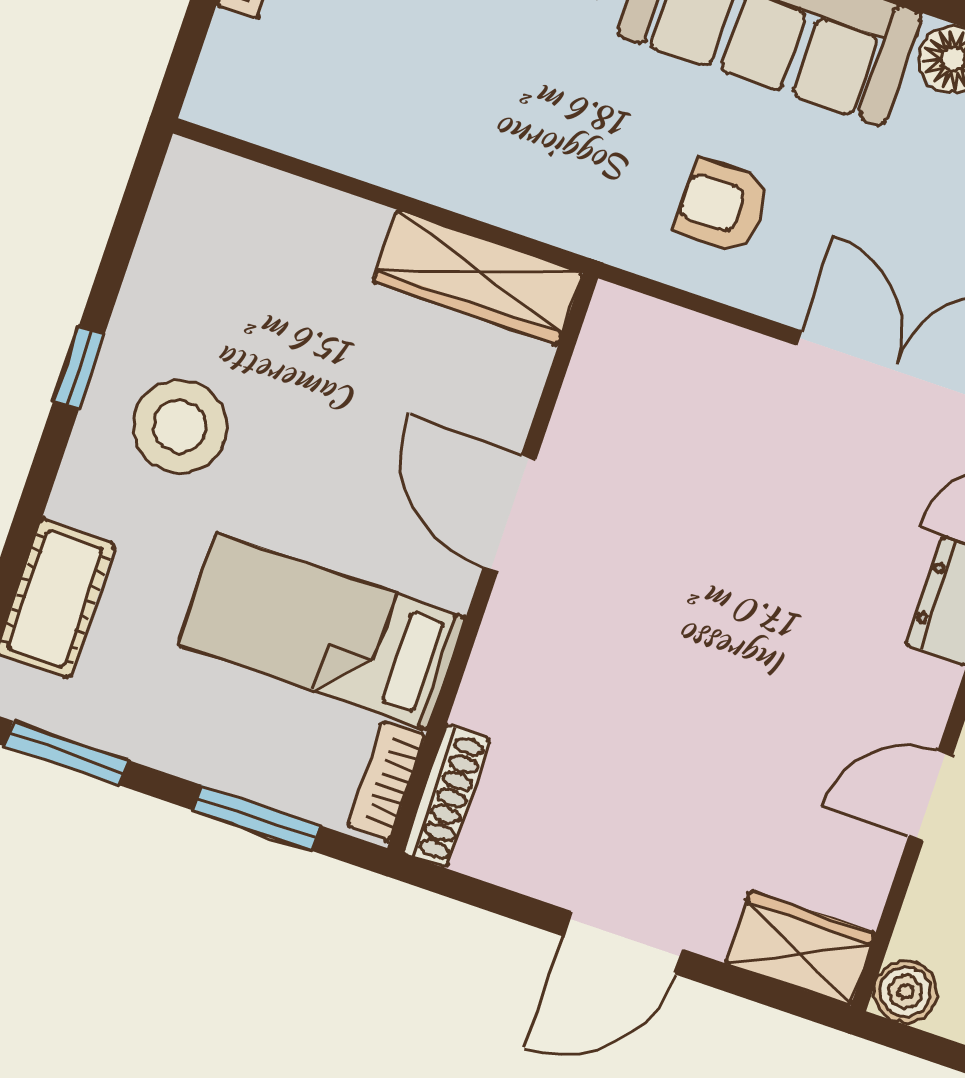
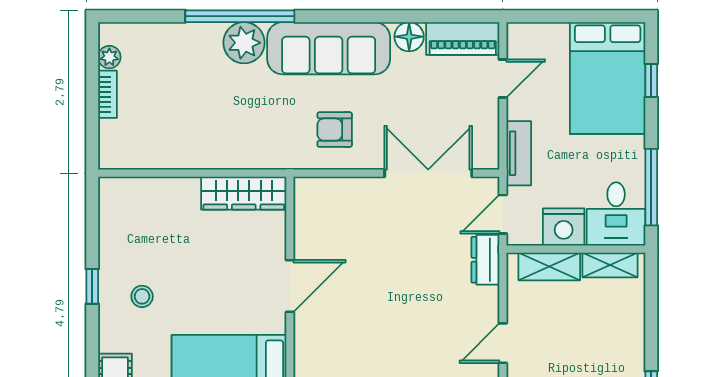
stool: (180, 426) -> (142, 296), width x0.53, depth x0.53
door: (510, 514) -> (290, 286), swing flipped

